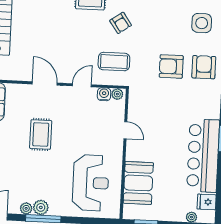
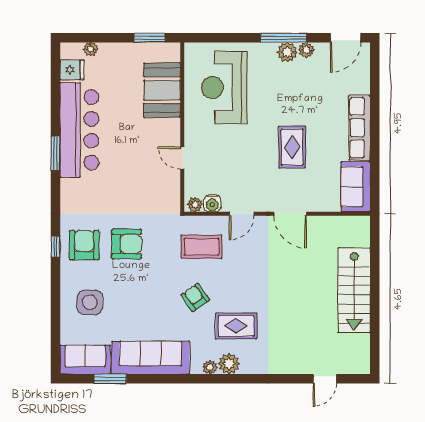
armchair: (204, 67) -> (84, 245), turned 180

